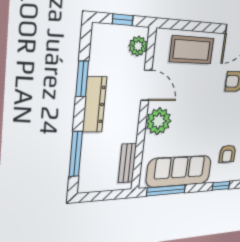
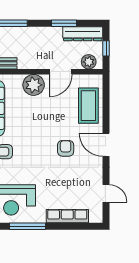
dresser: (94, 104) -> (83, 34), moved

